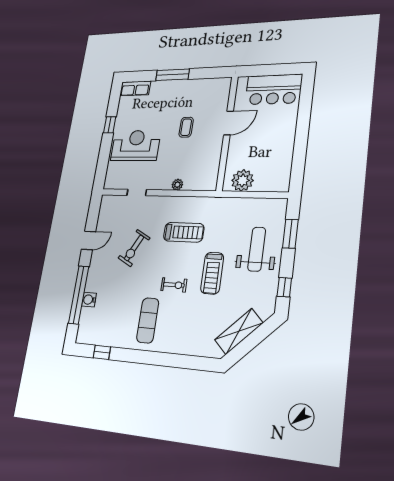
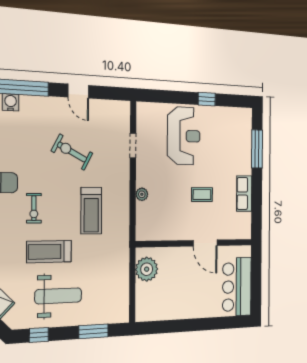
window: (172, 75) -> (257, 149), moved
row of seats: (135, 88) -> (244, 194), moved
weight bench: (257, 249) -> (58, 296), moved

